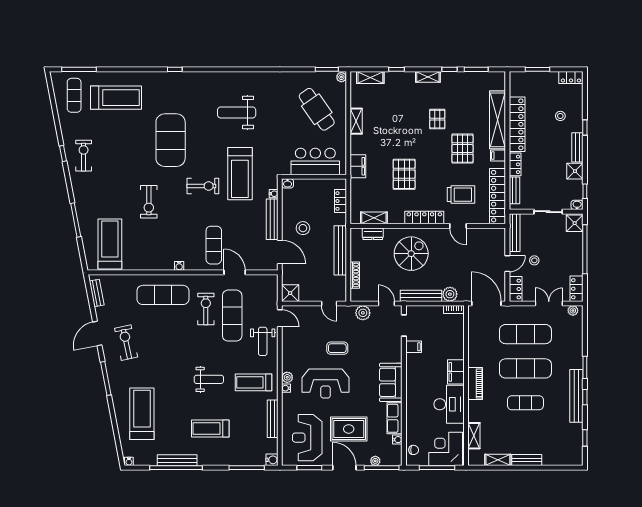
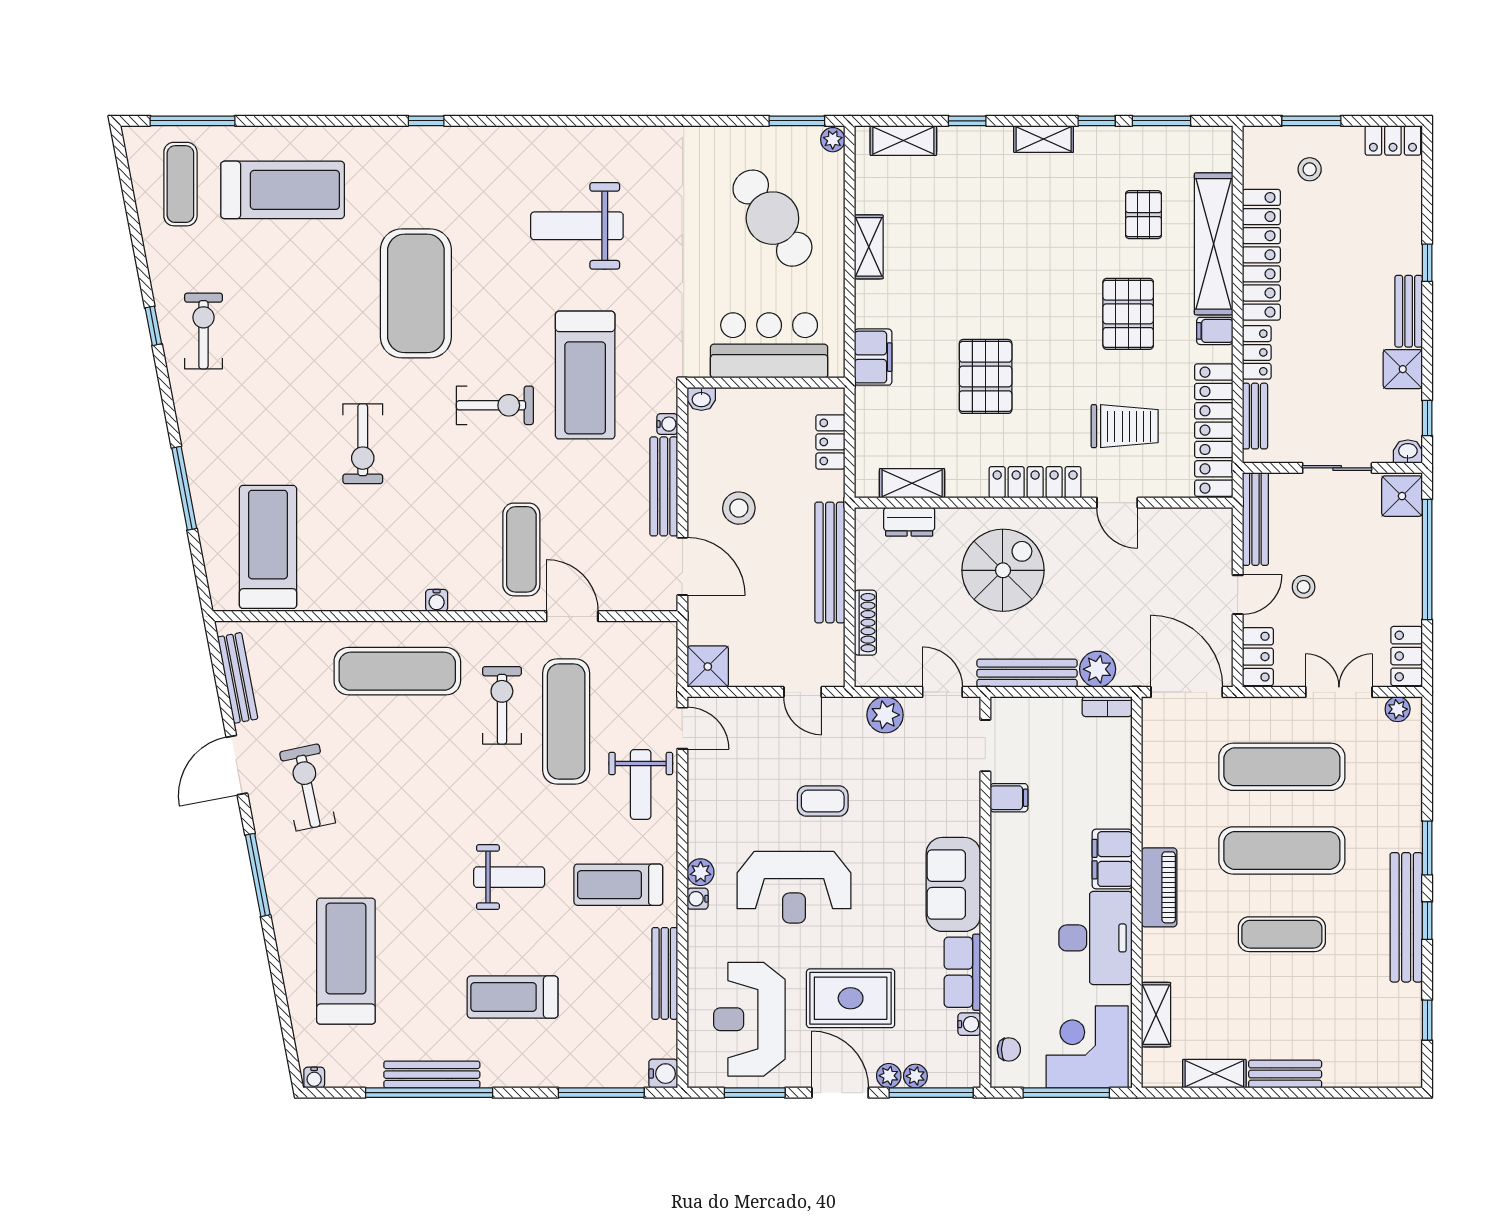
stool: (560, 116) -> (1310, 169), moved
pallet: (437, 119) -> (1144, 215), moved
bench: (97, 293) -> (238, 678), width x1.36
plant: (364, 461) -> (889, 1076), added

